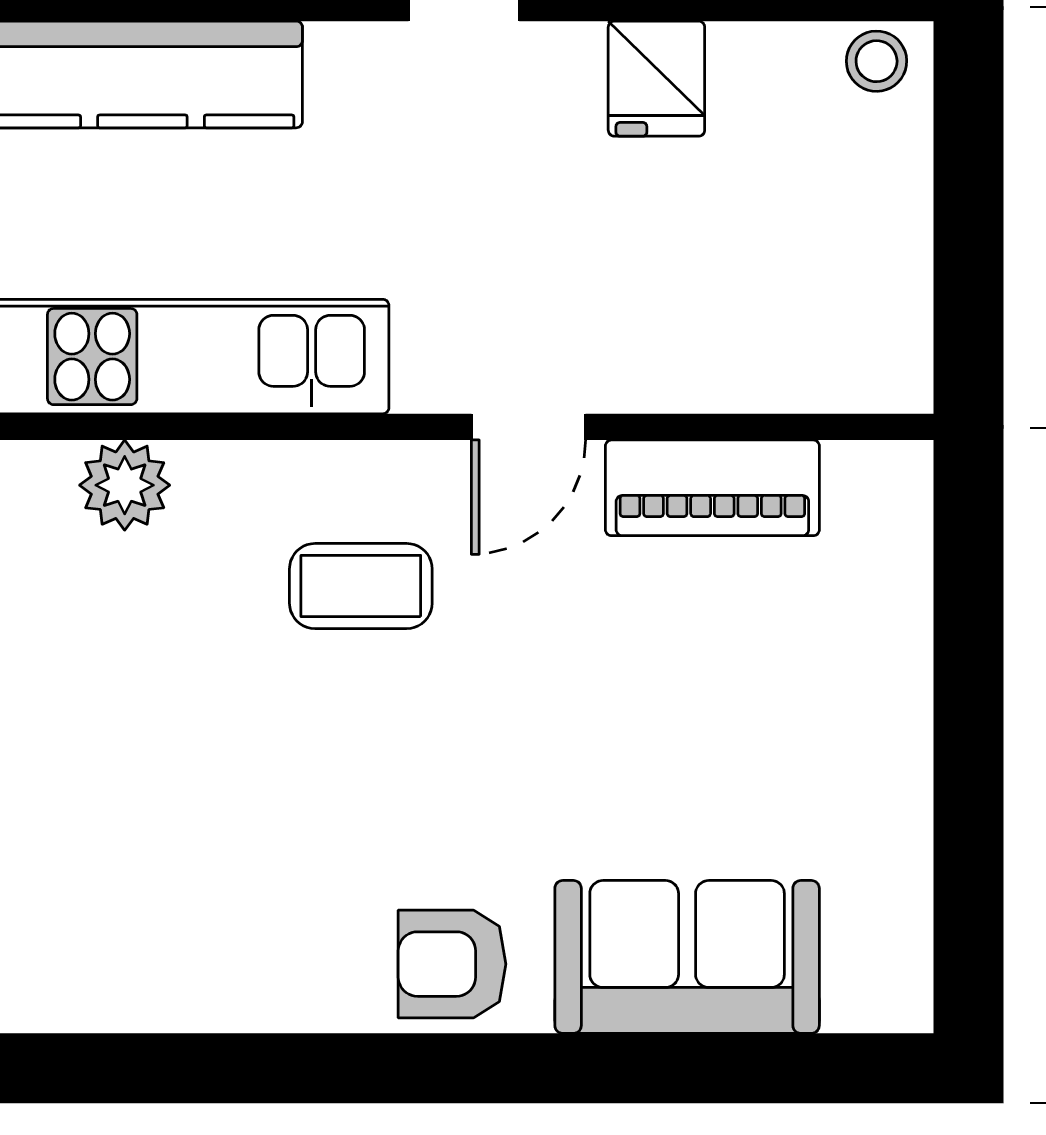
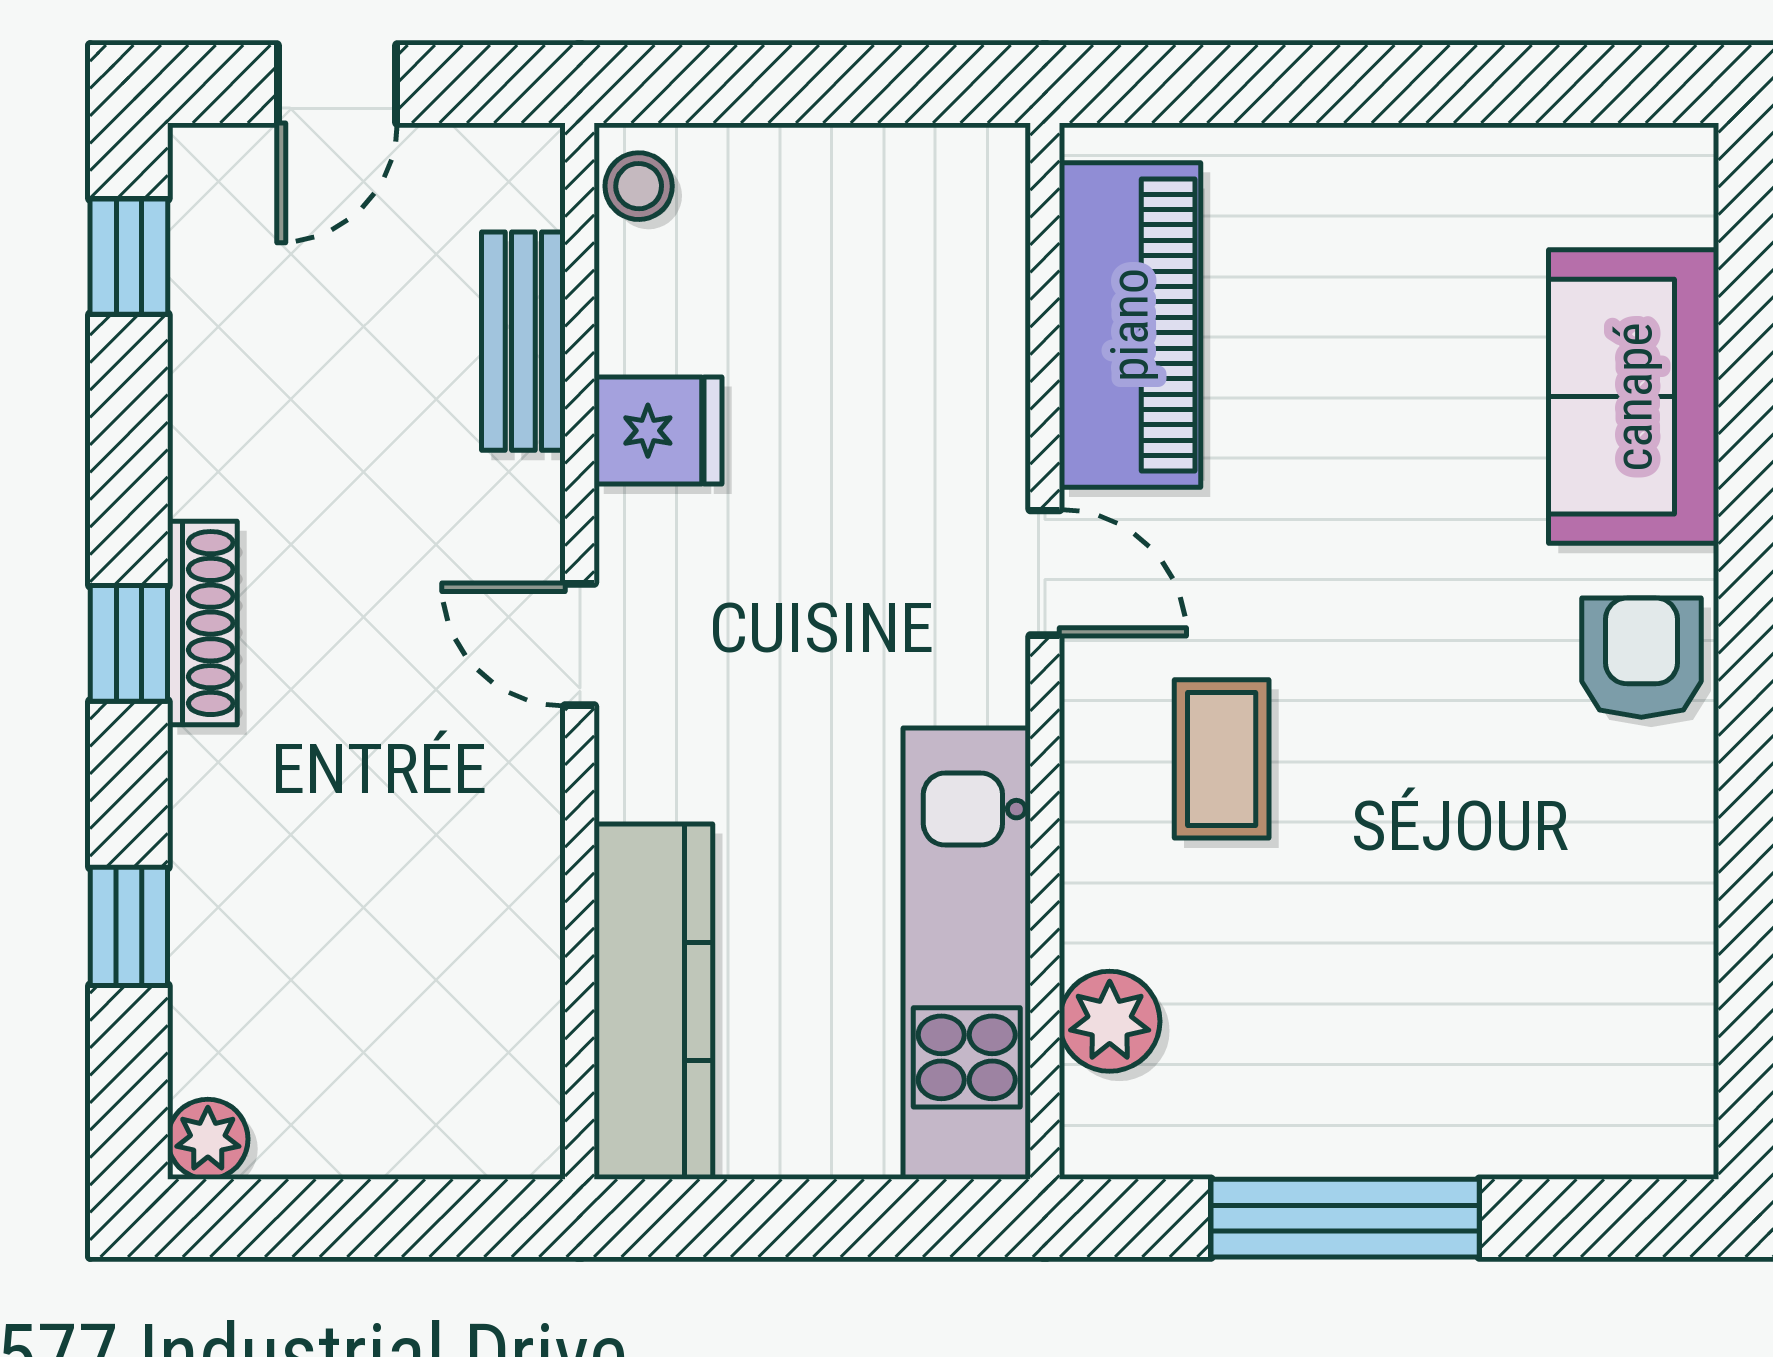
piano: (712, 488) -> (1130, 325), width x1.37, depth x1.33
armchair: (452, 964) -> (1641, 658), turned 180

